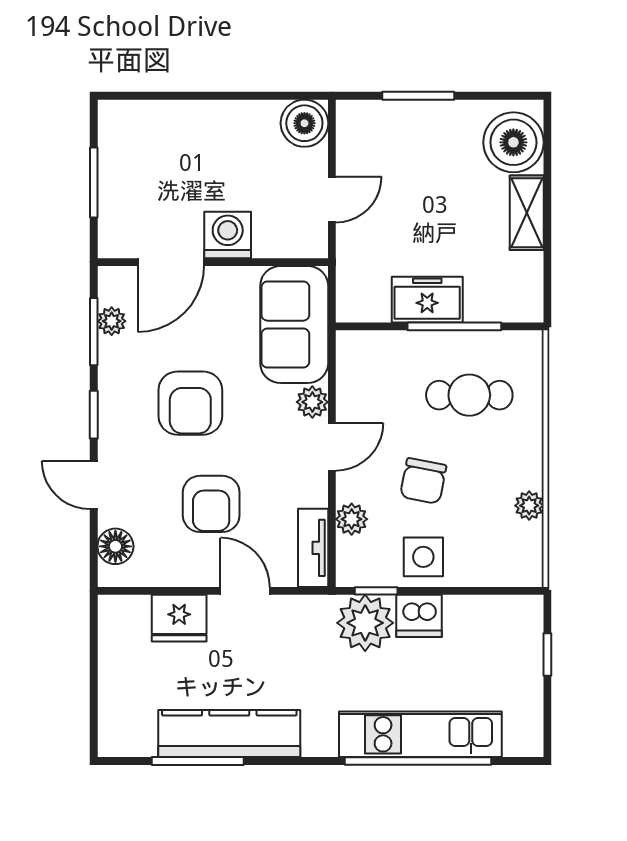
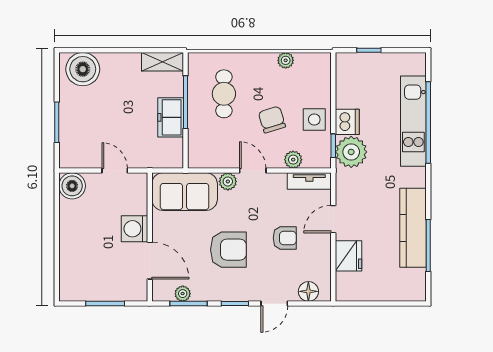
shelving: (527, 213) -> (163, 62), moved
chair: (423, 481) -> (272, 120), turned -118
armchair: (211, 504) -> (285, 238), width x0.72, depth x0.72

